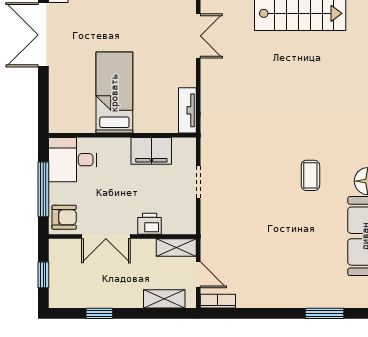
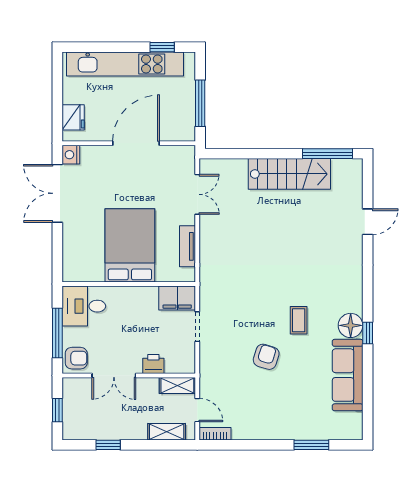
bed: (114, 93) -> (130, 245), width x1.50
tv unit: (187, 110) -> (187, 246), moved
filing cabinet: (151, 151) -> (177, 298), moved
armchair: (274, 216) -> (266, 357), added

